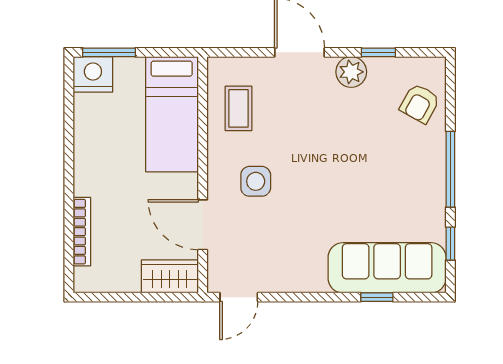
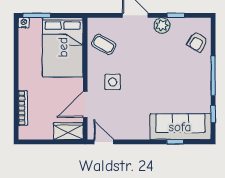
nightstand: (93, 74) -> (24, 23), width x0.53, depth x0.56
coffee table: (238, 108) -> (104, 44), turned -61
bed: (172, 114) -> (63, 47), width x1.50
door: (203, 225) -> (85, 104), hinge flipped
door: (239, 297) -> (104, 142), swing flipped

